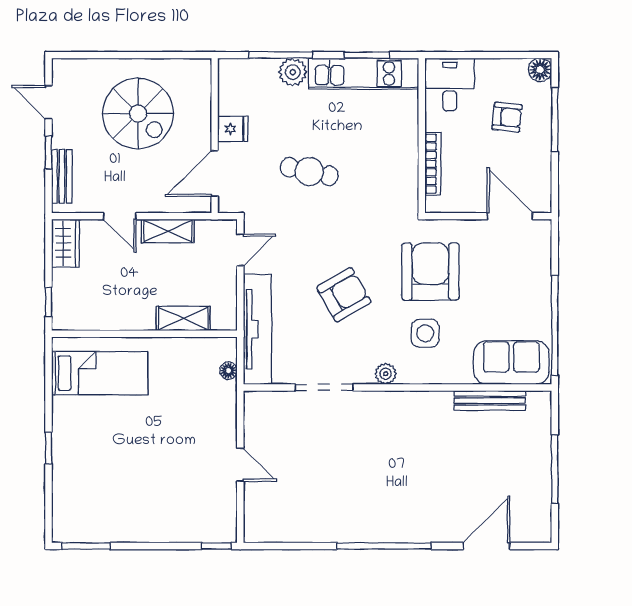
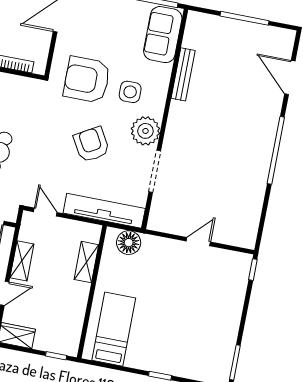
floor lamp: (228, 371) -> (129, 243), width x1.89, depth x1.89
plant: (386, 374) -> (145, 131), width x1.87, depth x1.87
bench: (490, 401) -> (183, 74), moved

